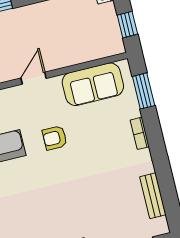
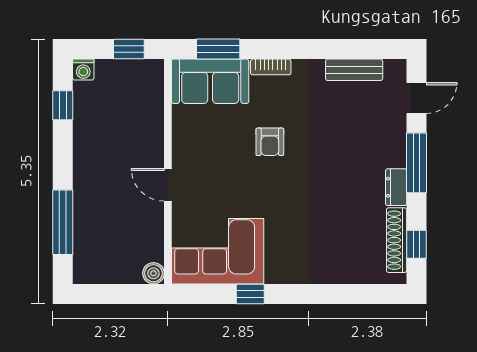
sofa: (93, 84) -> (210, 81), moved, turned 90
armchair: (55, 138) -> (270, 142), moved

